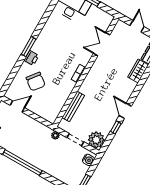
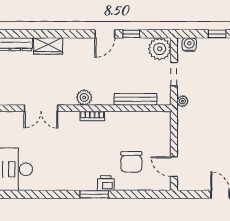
plant: (93, 75) -> (84, 97), added
chair: (36, 82) -> (131, 162), turned 142

